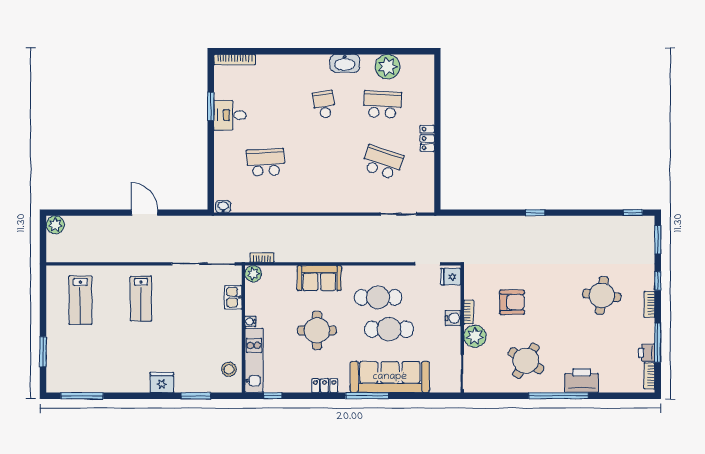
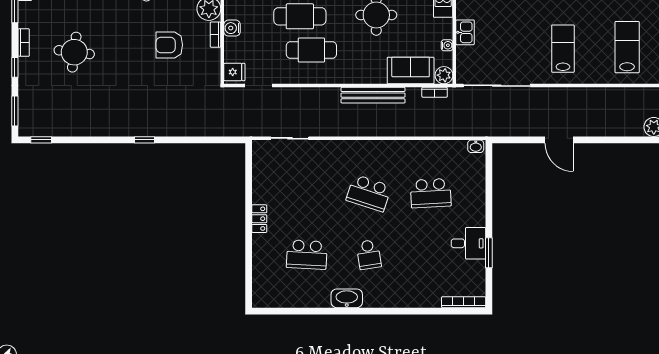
plant: (388, 67) -> (301, 295), removed
school desk: (383, 162) -> (369, 193), moved
bench: (320, 255) -> (373, 95), added
sofa: (319, 278) -> (411, 70), moved
kitchen sink: (233, 297) -> (465, 32), moved
water cooler: (250, 321) -> (447, 45), moved

